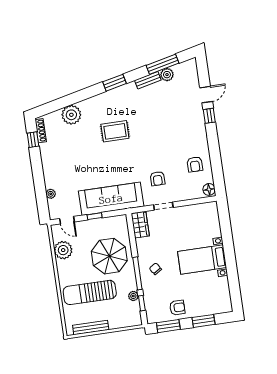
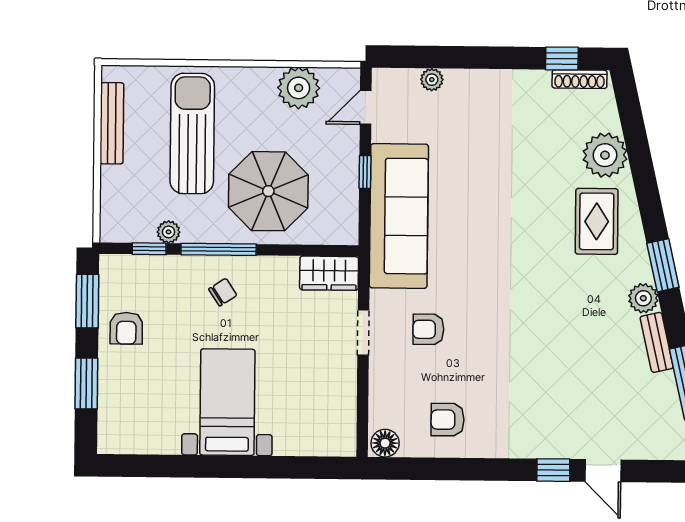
plant: (167, 75) -> (643, 298), moved
rug: (115, 131) -> (597, 221), moved

